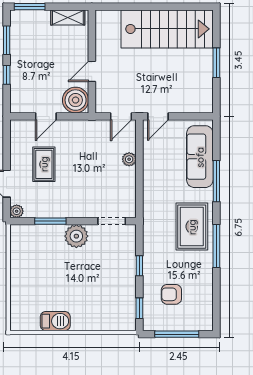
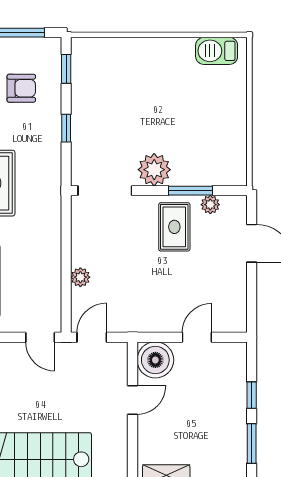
door: (158, 116) -> (40, 337), swing flipped
rug: (44, 164) -> (174, 227), moved
plant: (17, 211) -> (210, 205), moved
doorway: (112, 221) -> (105, 191), width x1.38
barbecue: (55, 321) -> (217, 51), moved

